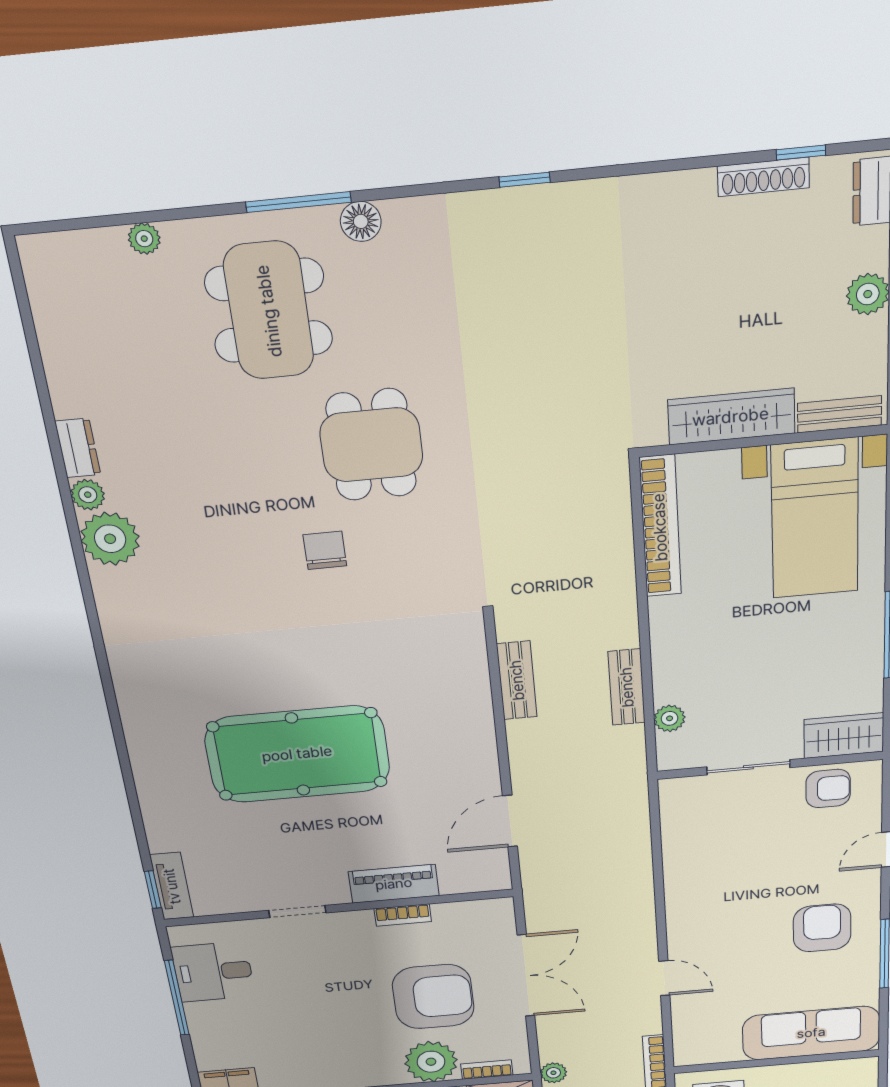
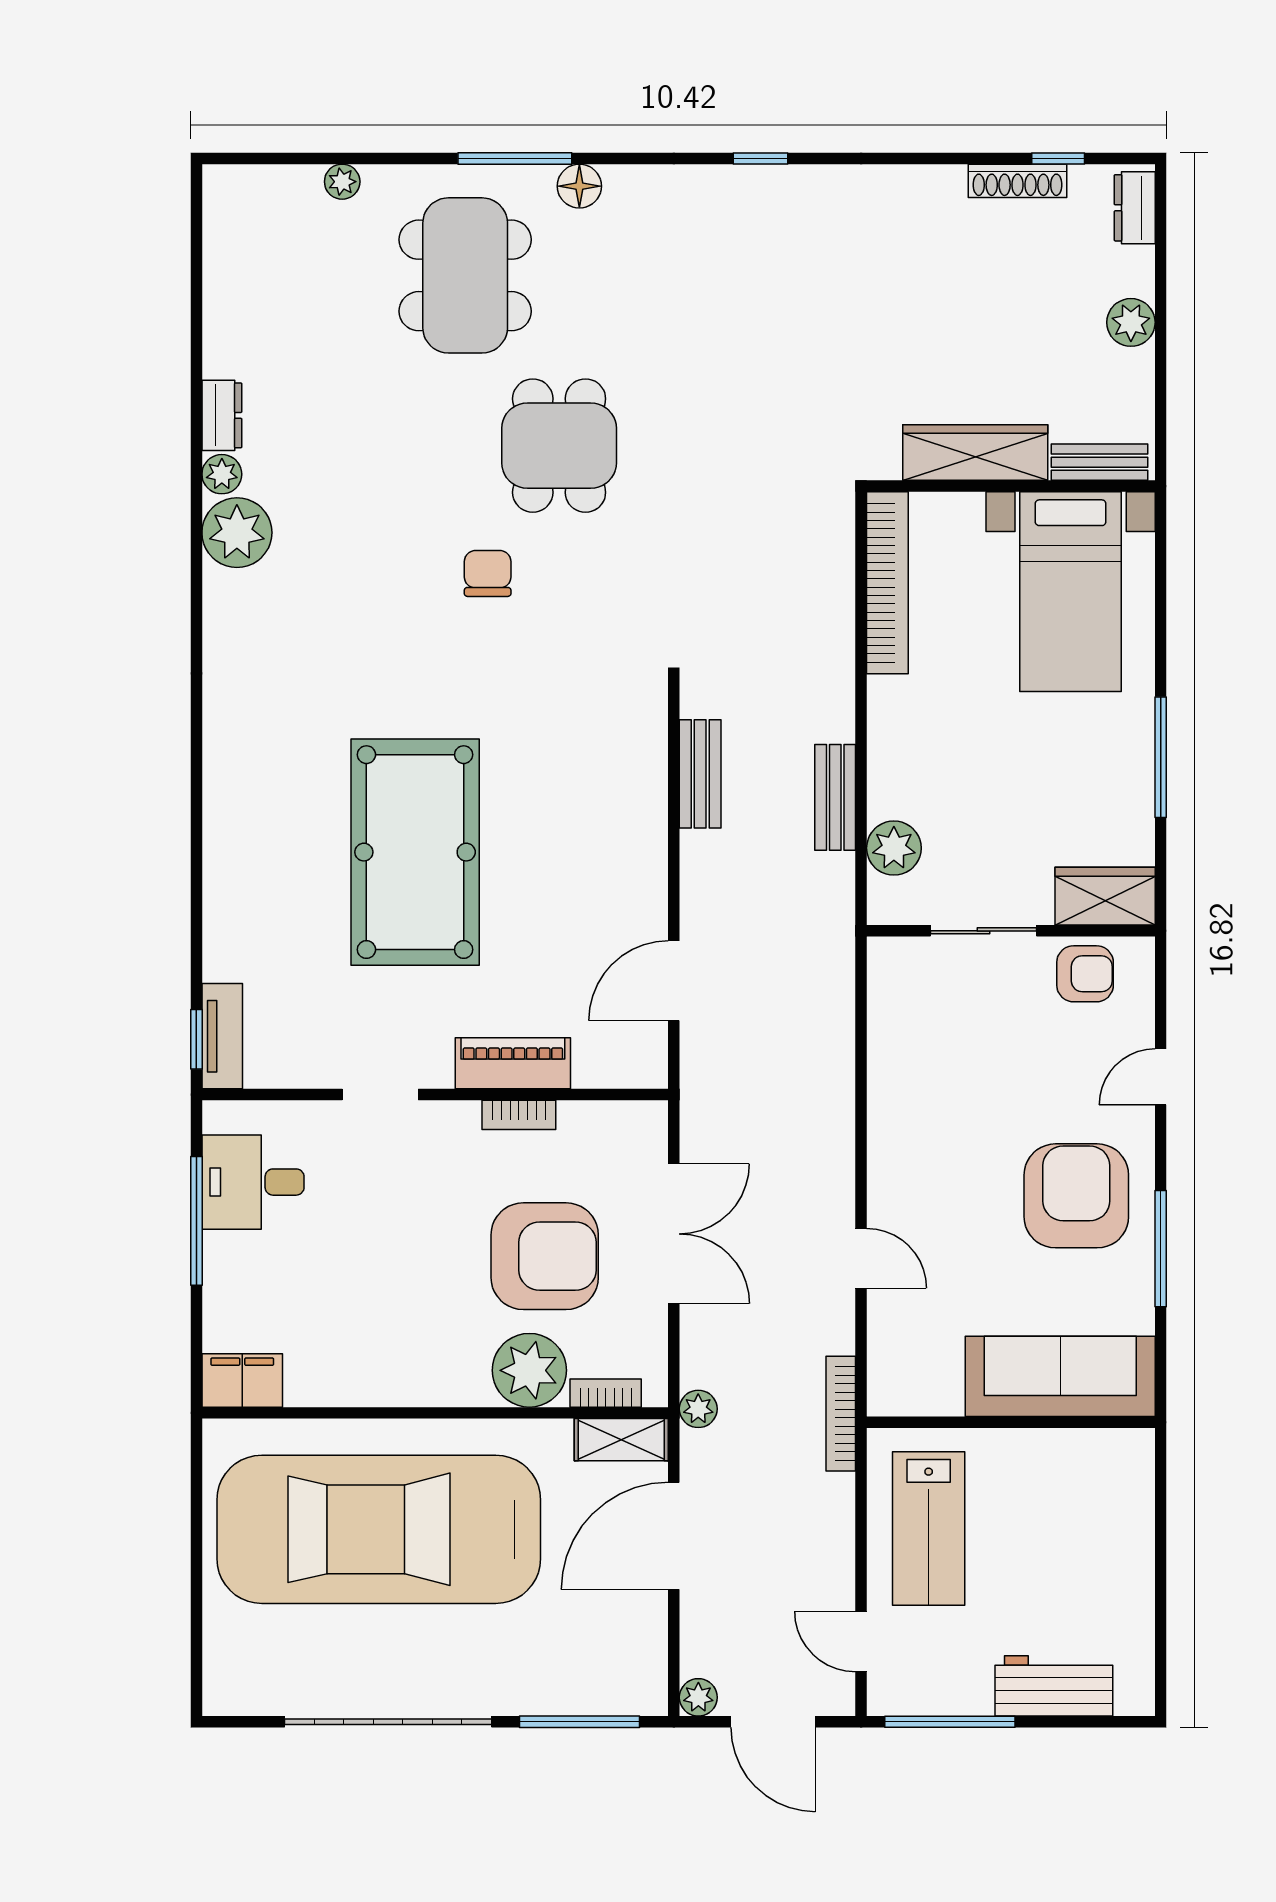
plant: (670, 718) -> (894, 848), width x1.38, depth x1.38
pool table: (297, 754) -> (415, 852), turned 90
armchair: (822, 928) -> (1076, 1196), width x1.36, depth x1.36

